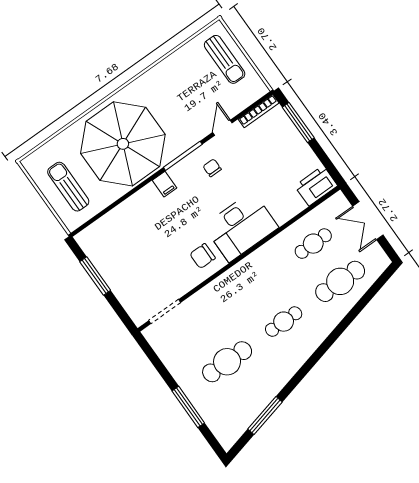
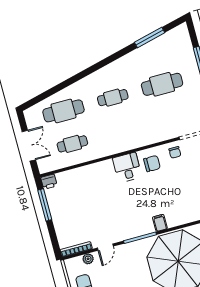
plant: (239, 105) -> (88, 259), added
window: (298, 123) -> (45, 205), moved
chair: (212, 168) -> (175, 152), moved
printer: (316, 186) -> (49, 182), width x0.53, depth x0.68
desk: (241, 227) -> (127, 167), width x0.53, depth x0.77

